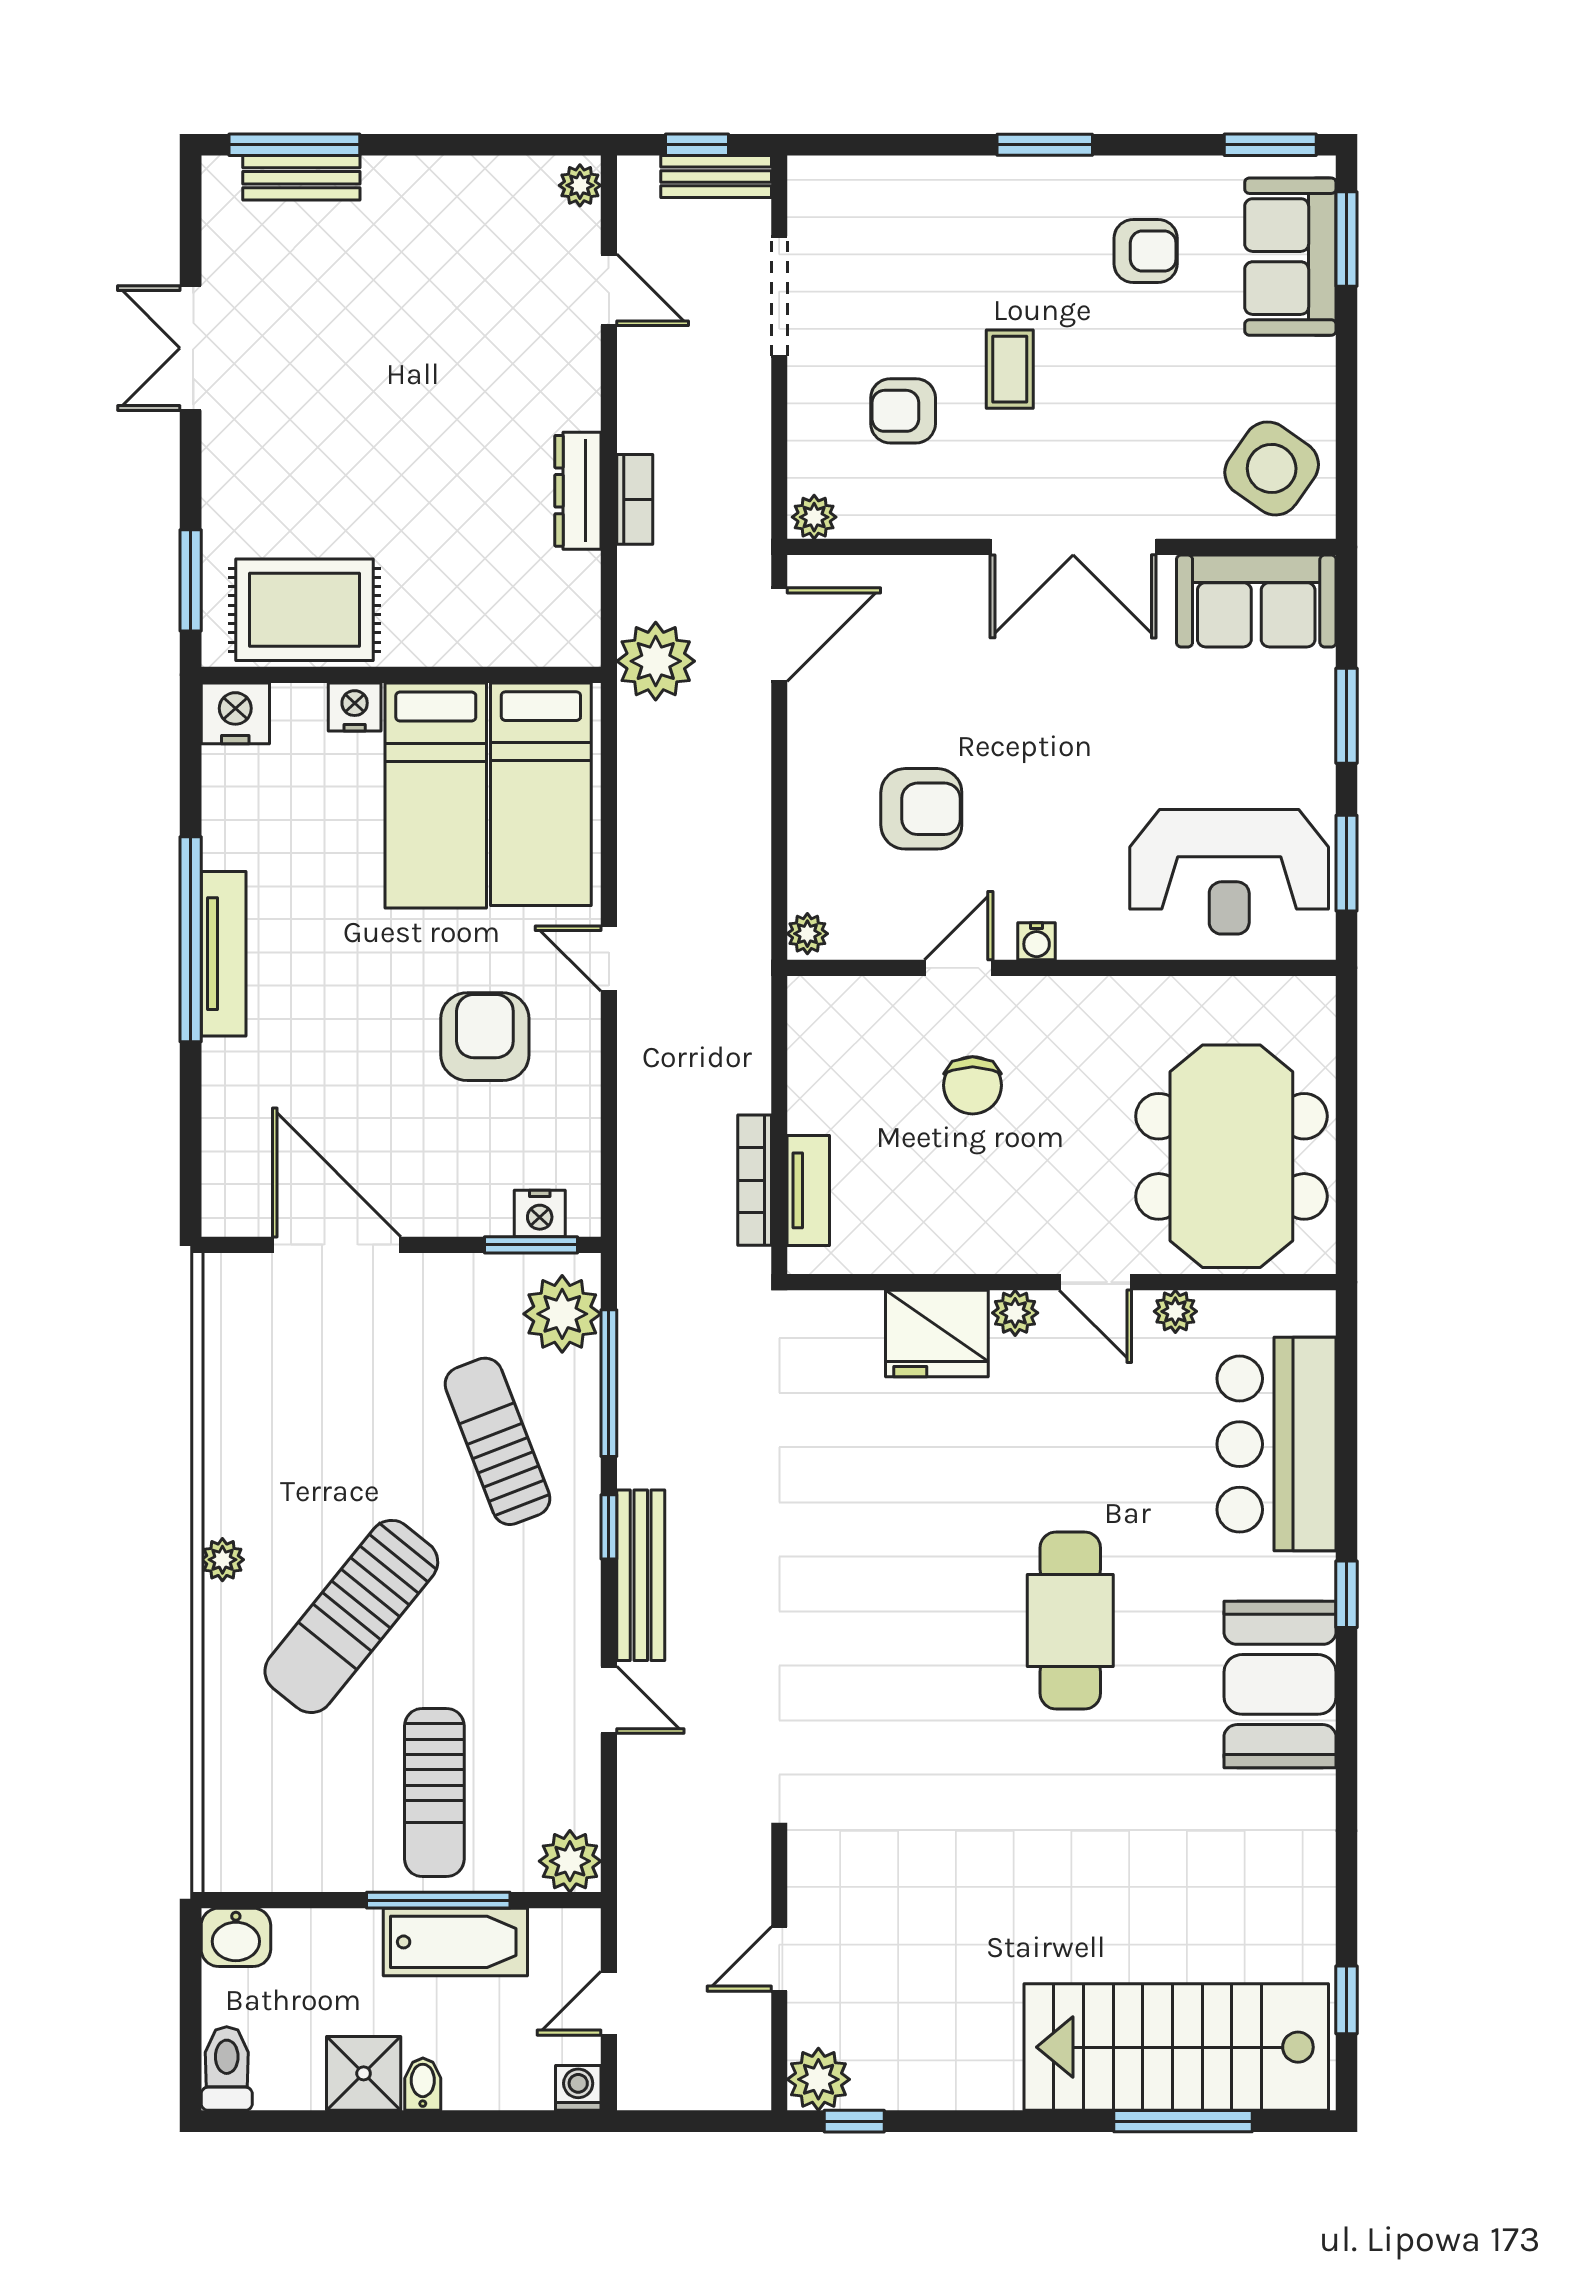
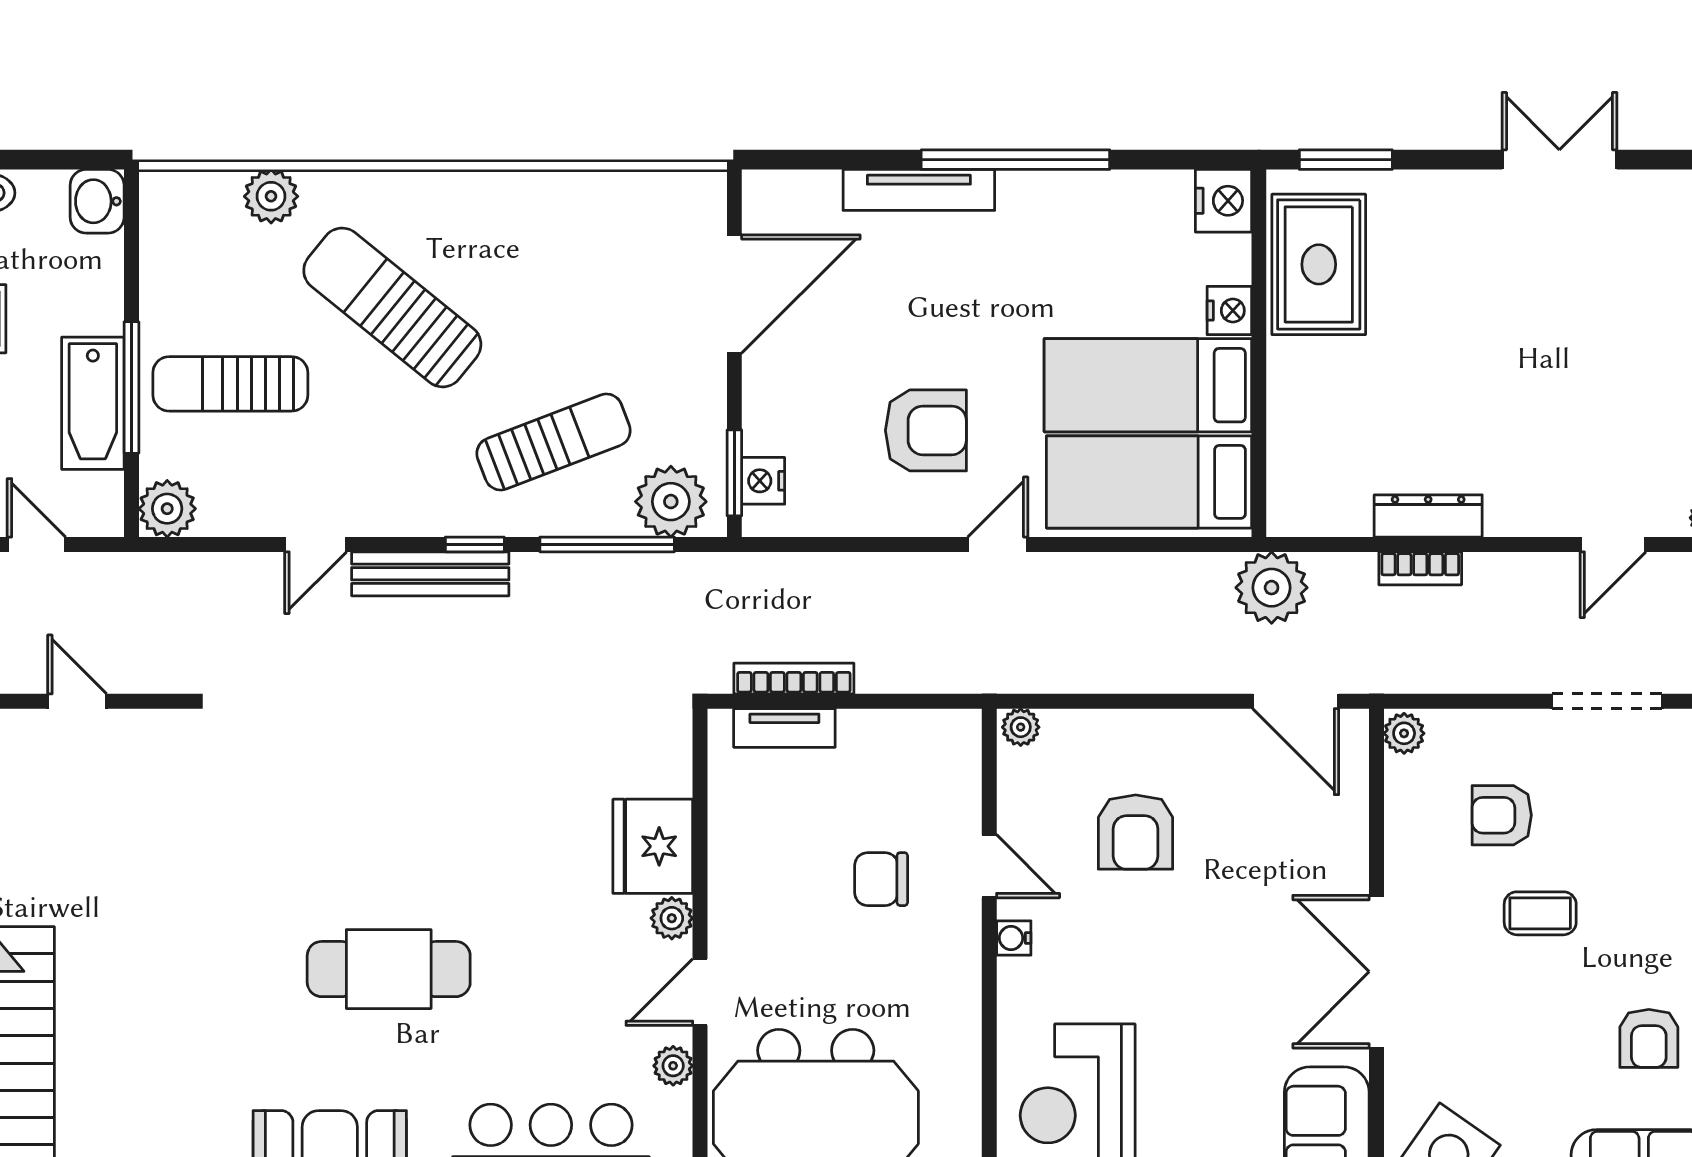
armchair: (903, 411) -> (1502, 815), turned -90
tv unit: (224, 954) -> (919, 190), moved
plant: (222, 1560) -> (271, 196), moved, width x1.38, depth x1.38

